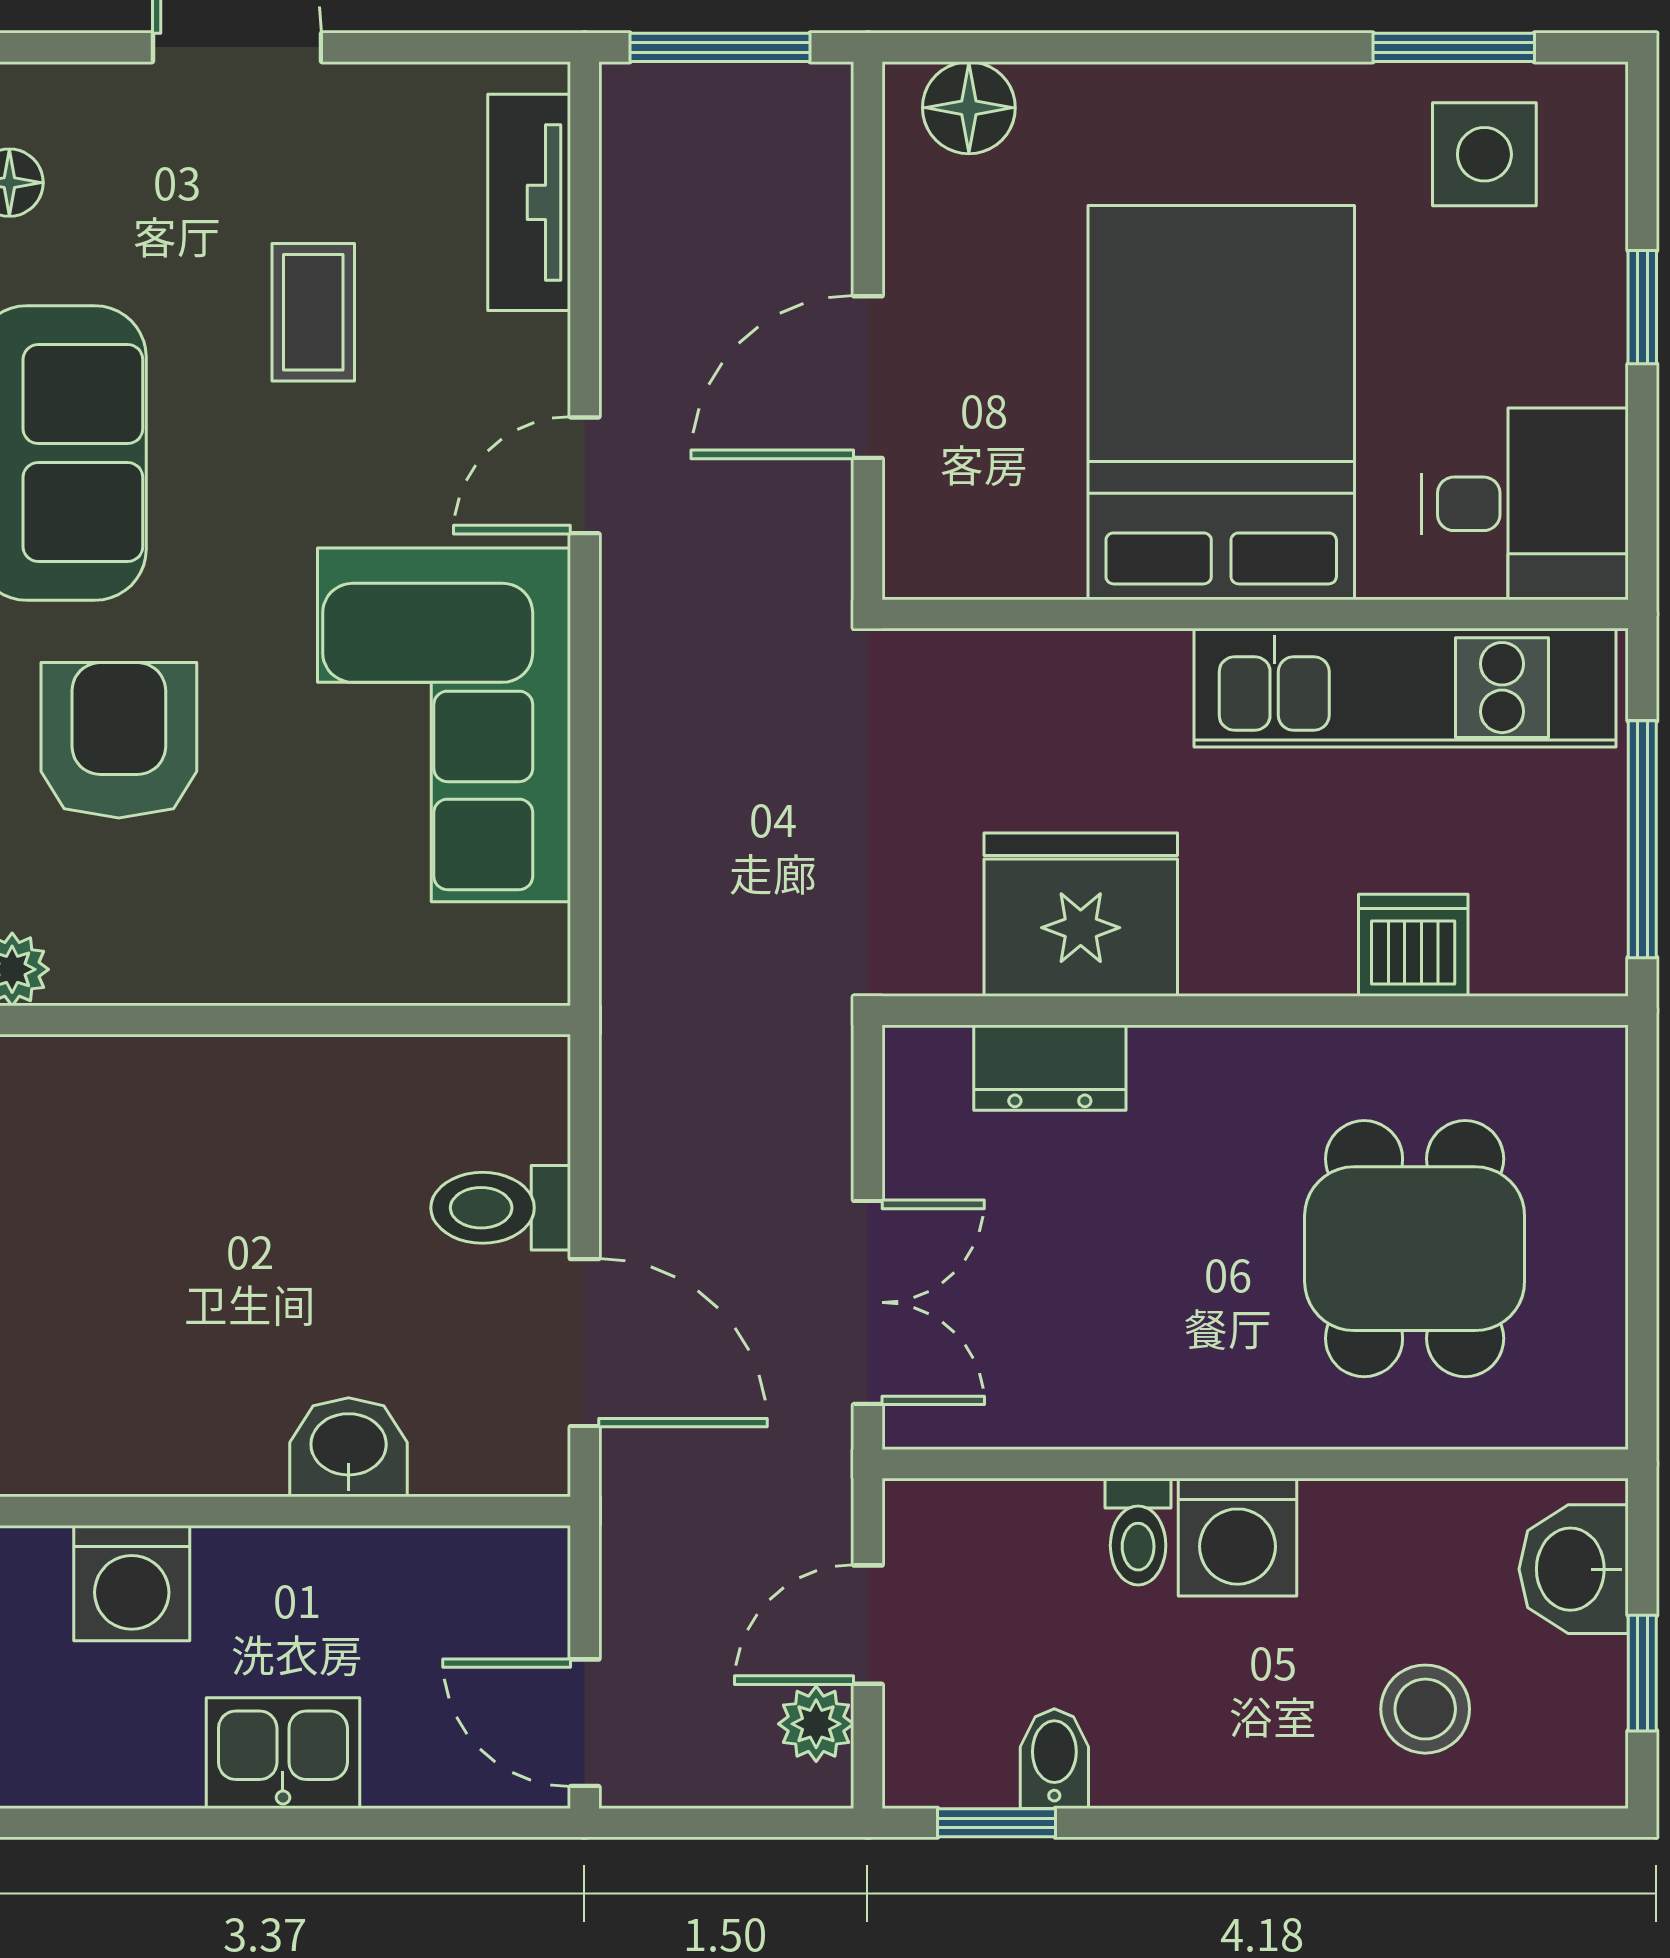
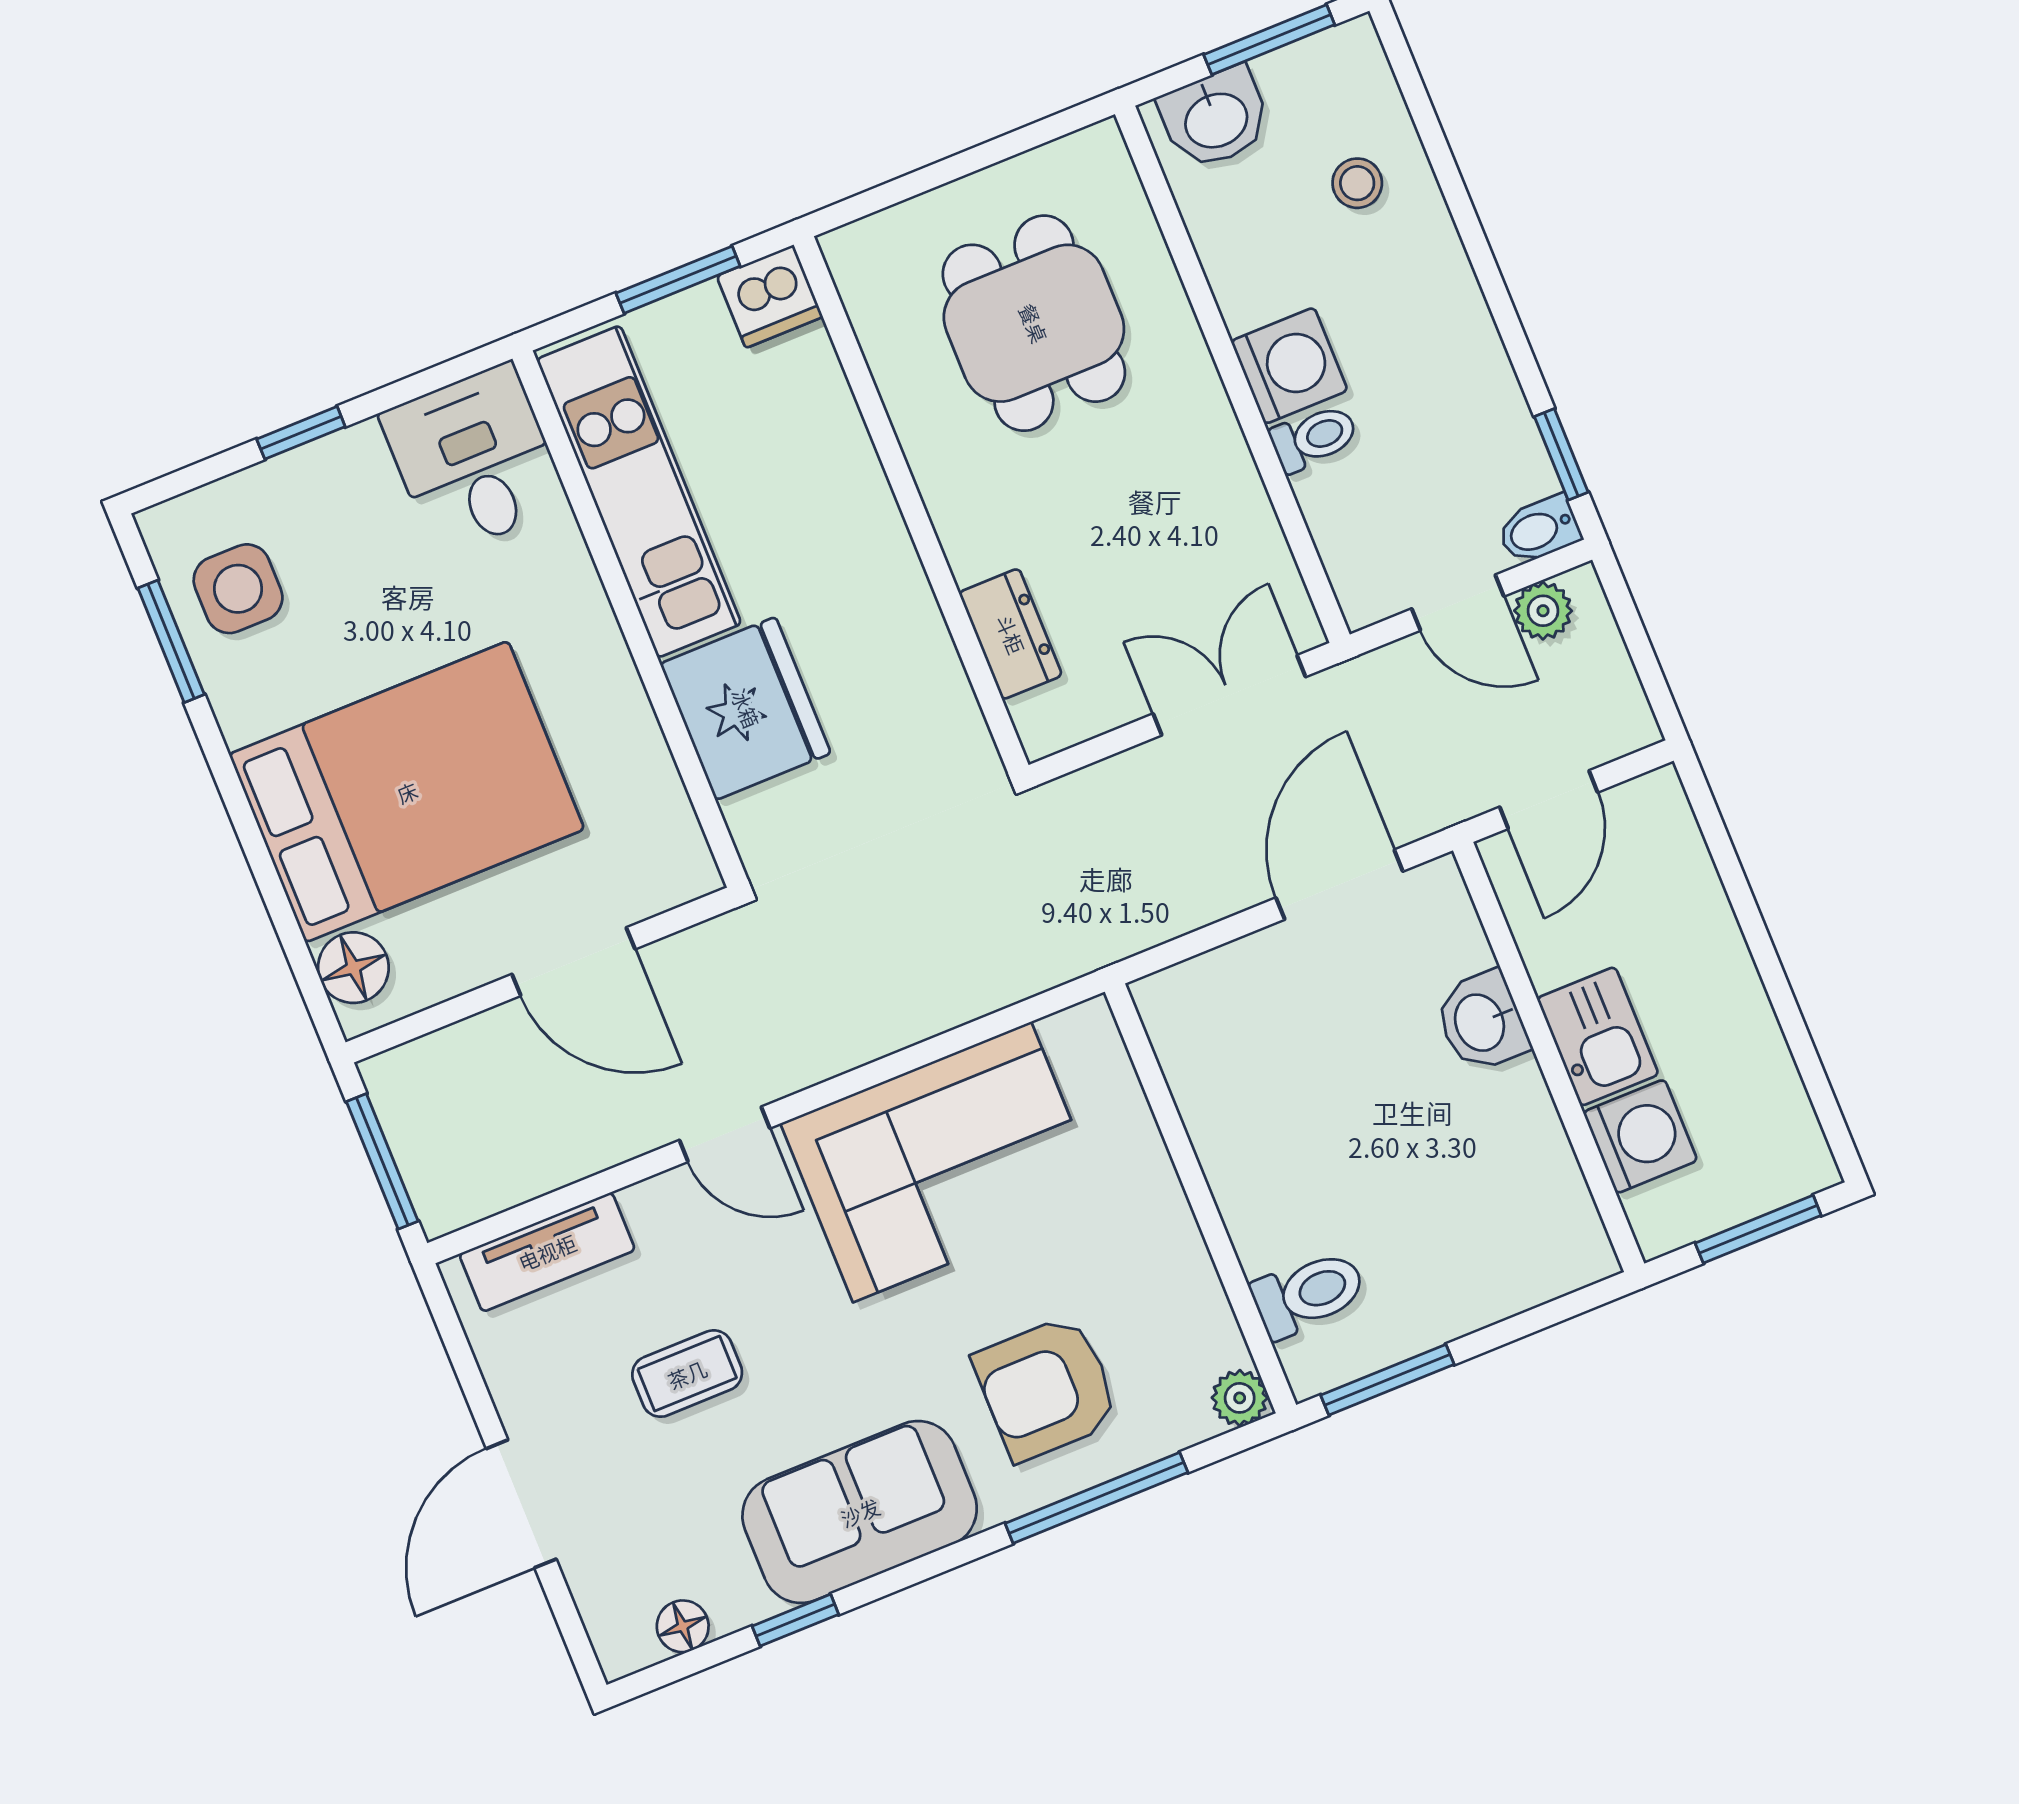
bed: (1221, 403) -> (407, 792), moved, turned 180
window: (1642, 839) -> (678, 280), width x0.69
fridge: (1081, 915) -> (746, 708), moved, turned 180
dishwasher: (1413, 945) -> (770, 296), moved, turned -90
toilet: (501, 1208) -> (1309, 1294), moved, turned -90
dining table: (1415, 1249) -> (1034, 323), turned 90
window: (1642, 1673) -> (1269, 40), width x1.50
stool: (1425, 1709) -> (1357, 183), width x0.73, depth x0.73
door: (585, 1723) -> (1549, 800), moved
kitchen sink: (283, 1753) -> (1598, 1036), moved, turned 180
bidet: (1054, 1759) -> (1539, 530), moved

